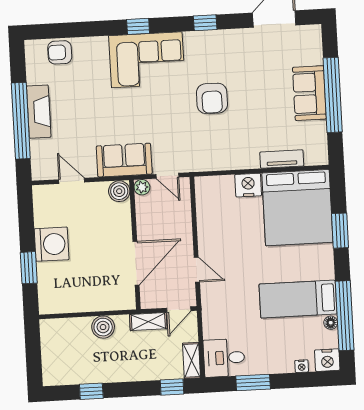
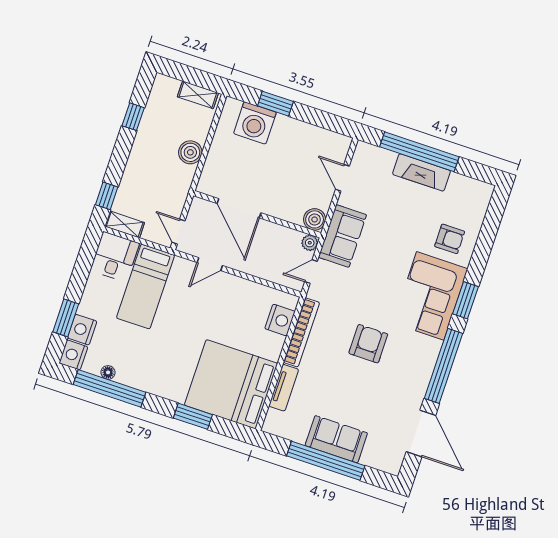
window: (205, 23) -> (444, 366), width x3.17
window: (138, 26) -> (465, 300), width x1.50
armchair: (60, 52) -> (450, 239), moved, turned 90
armchair: (212, 98) -> (368, 344), turned 90
bookcase: (226, 163) -> (301, 332), added
door: (72, 181) -> (342, 178), swing flipped
nightstand: (248, 185) -> (280, 320), moved
washing machine: (52, 244) -> (255, 123), moved
bed: (298, 299) -> (145, 286), moved, turned 180
shelving: (148, 322) -> (198, 95), moved, turned 90
nightstand: (302, 366) -> (82, 330), width x1.89, depth x1.79
window: (253, 383) -> (66, 318), moved

